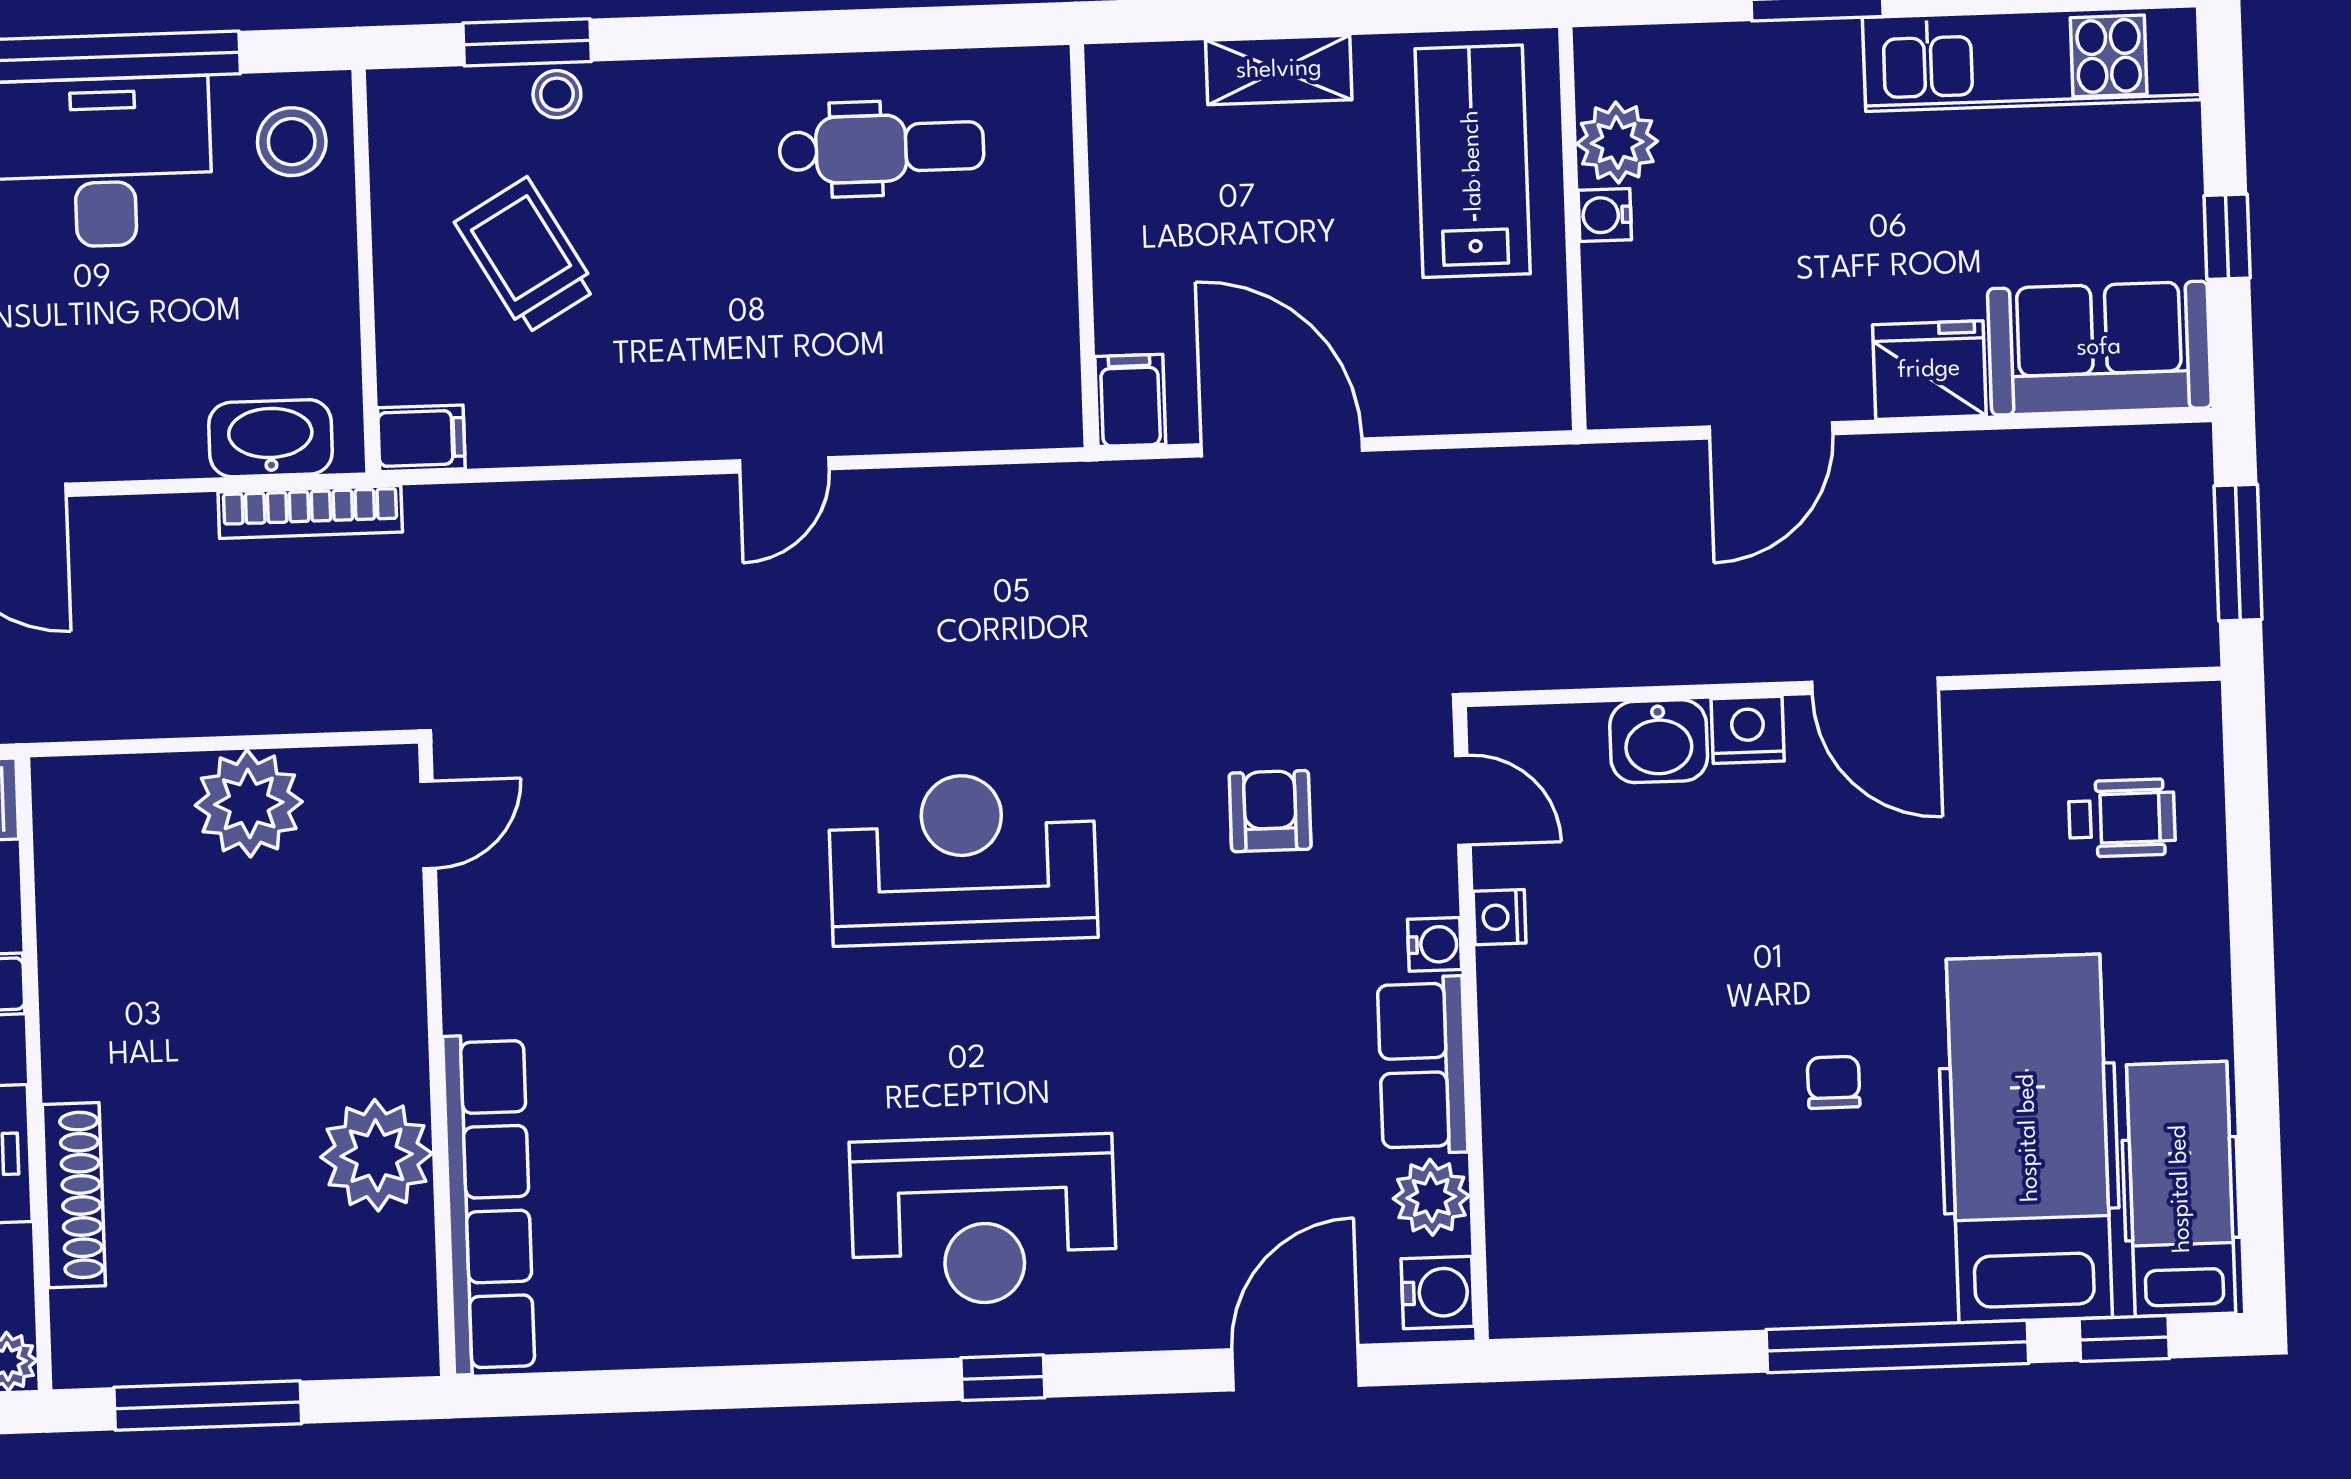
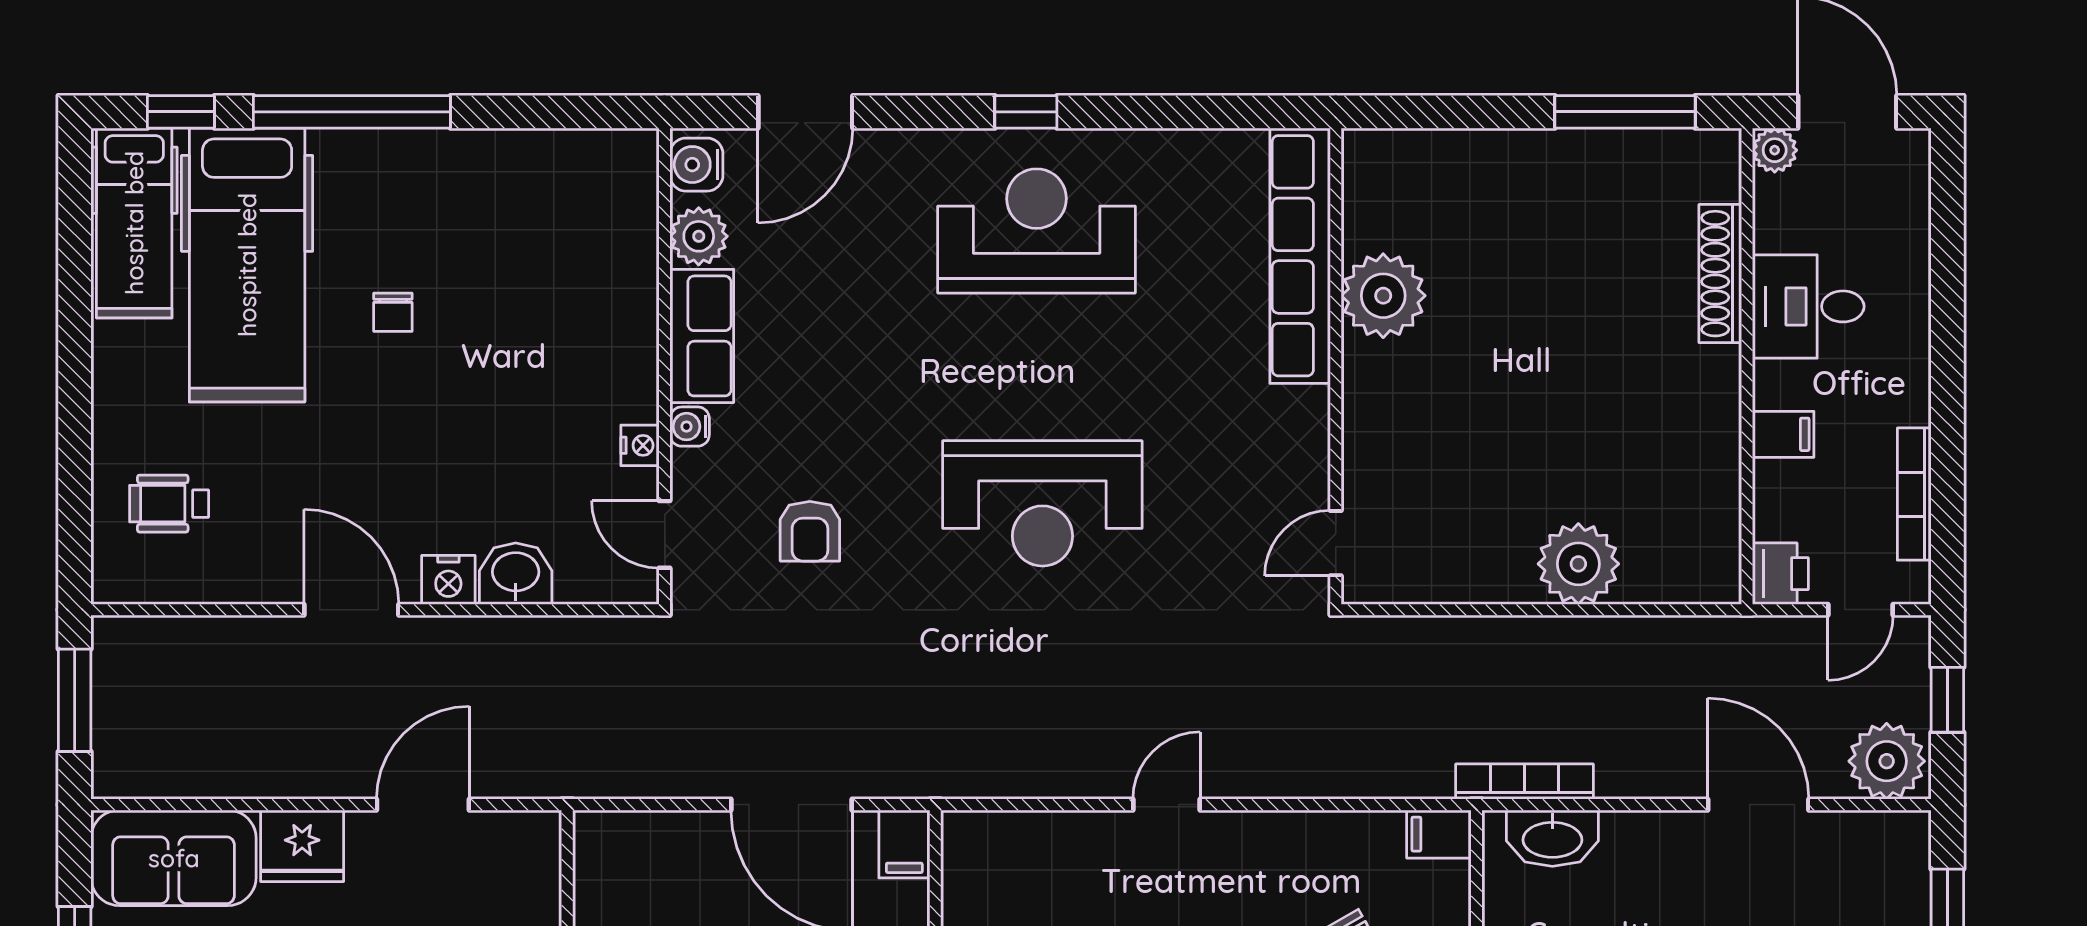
door: (428, 825) -> (1336, 543), moved
wall: (436, 1060) -> (1336, 366), moved
plant: (377, 1155) -> (1383, 296), moved
row of seats: (489, 1204) -> (1300, 256), moved

